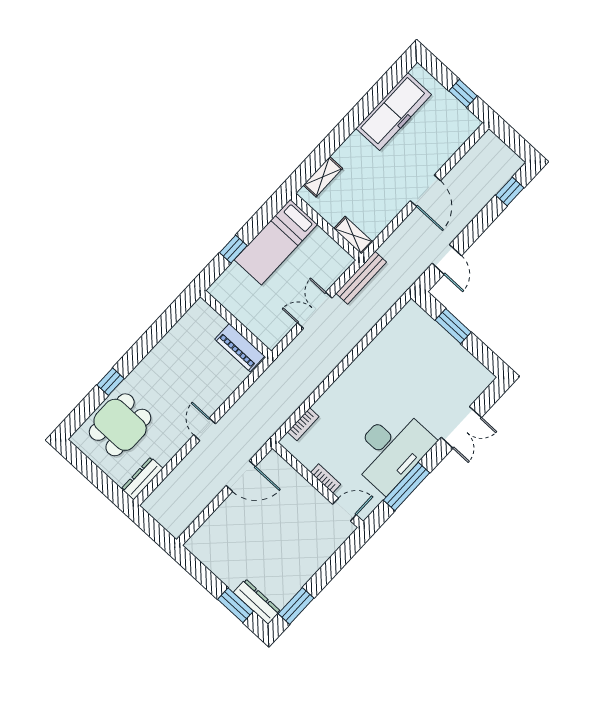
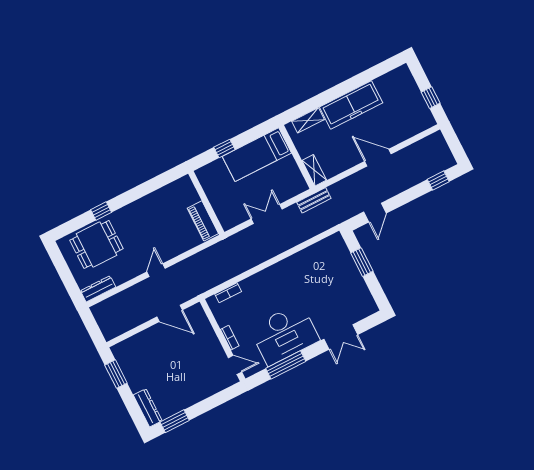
freezer: (394, 112) -> (351, 105), moved
door: (425, 191) -> (378, 158), swing flipped
bench: (361, 278) -> (314, 200), width x0.73
window: (236, 605) -> (116, 374), moved

